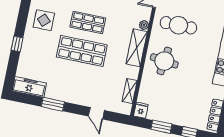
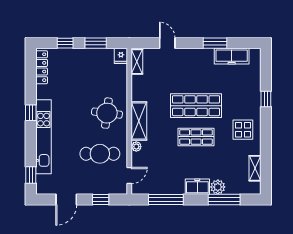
freezer: (29, 87) -> (232, 56), moved
shelving: (130, 91) -> (137, 62), moved

